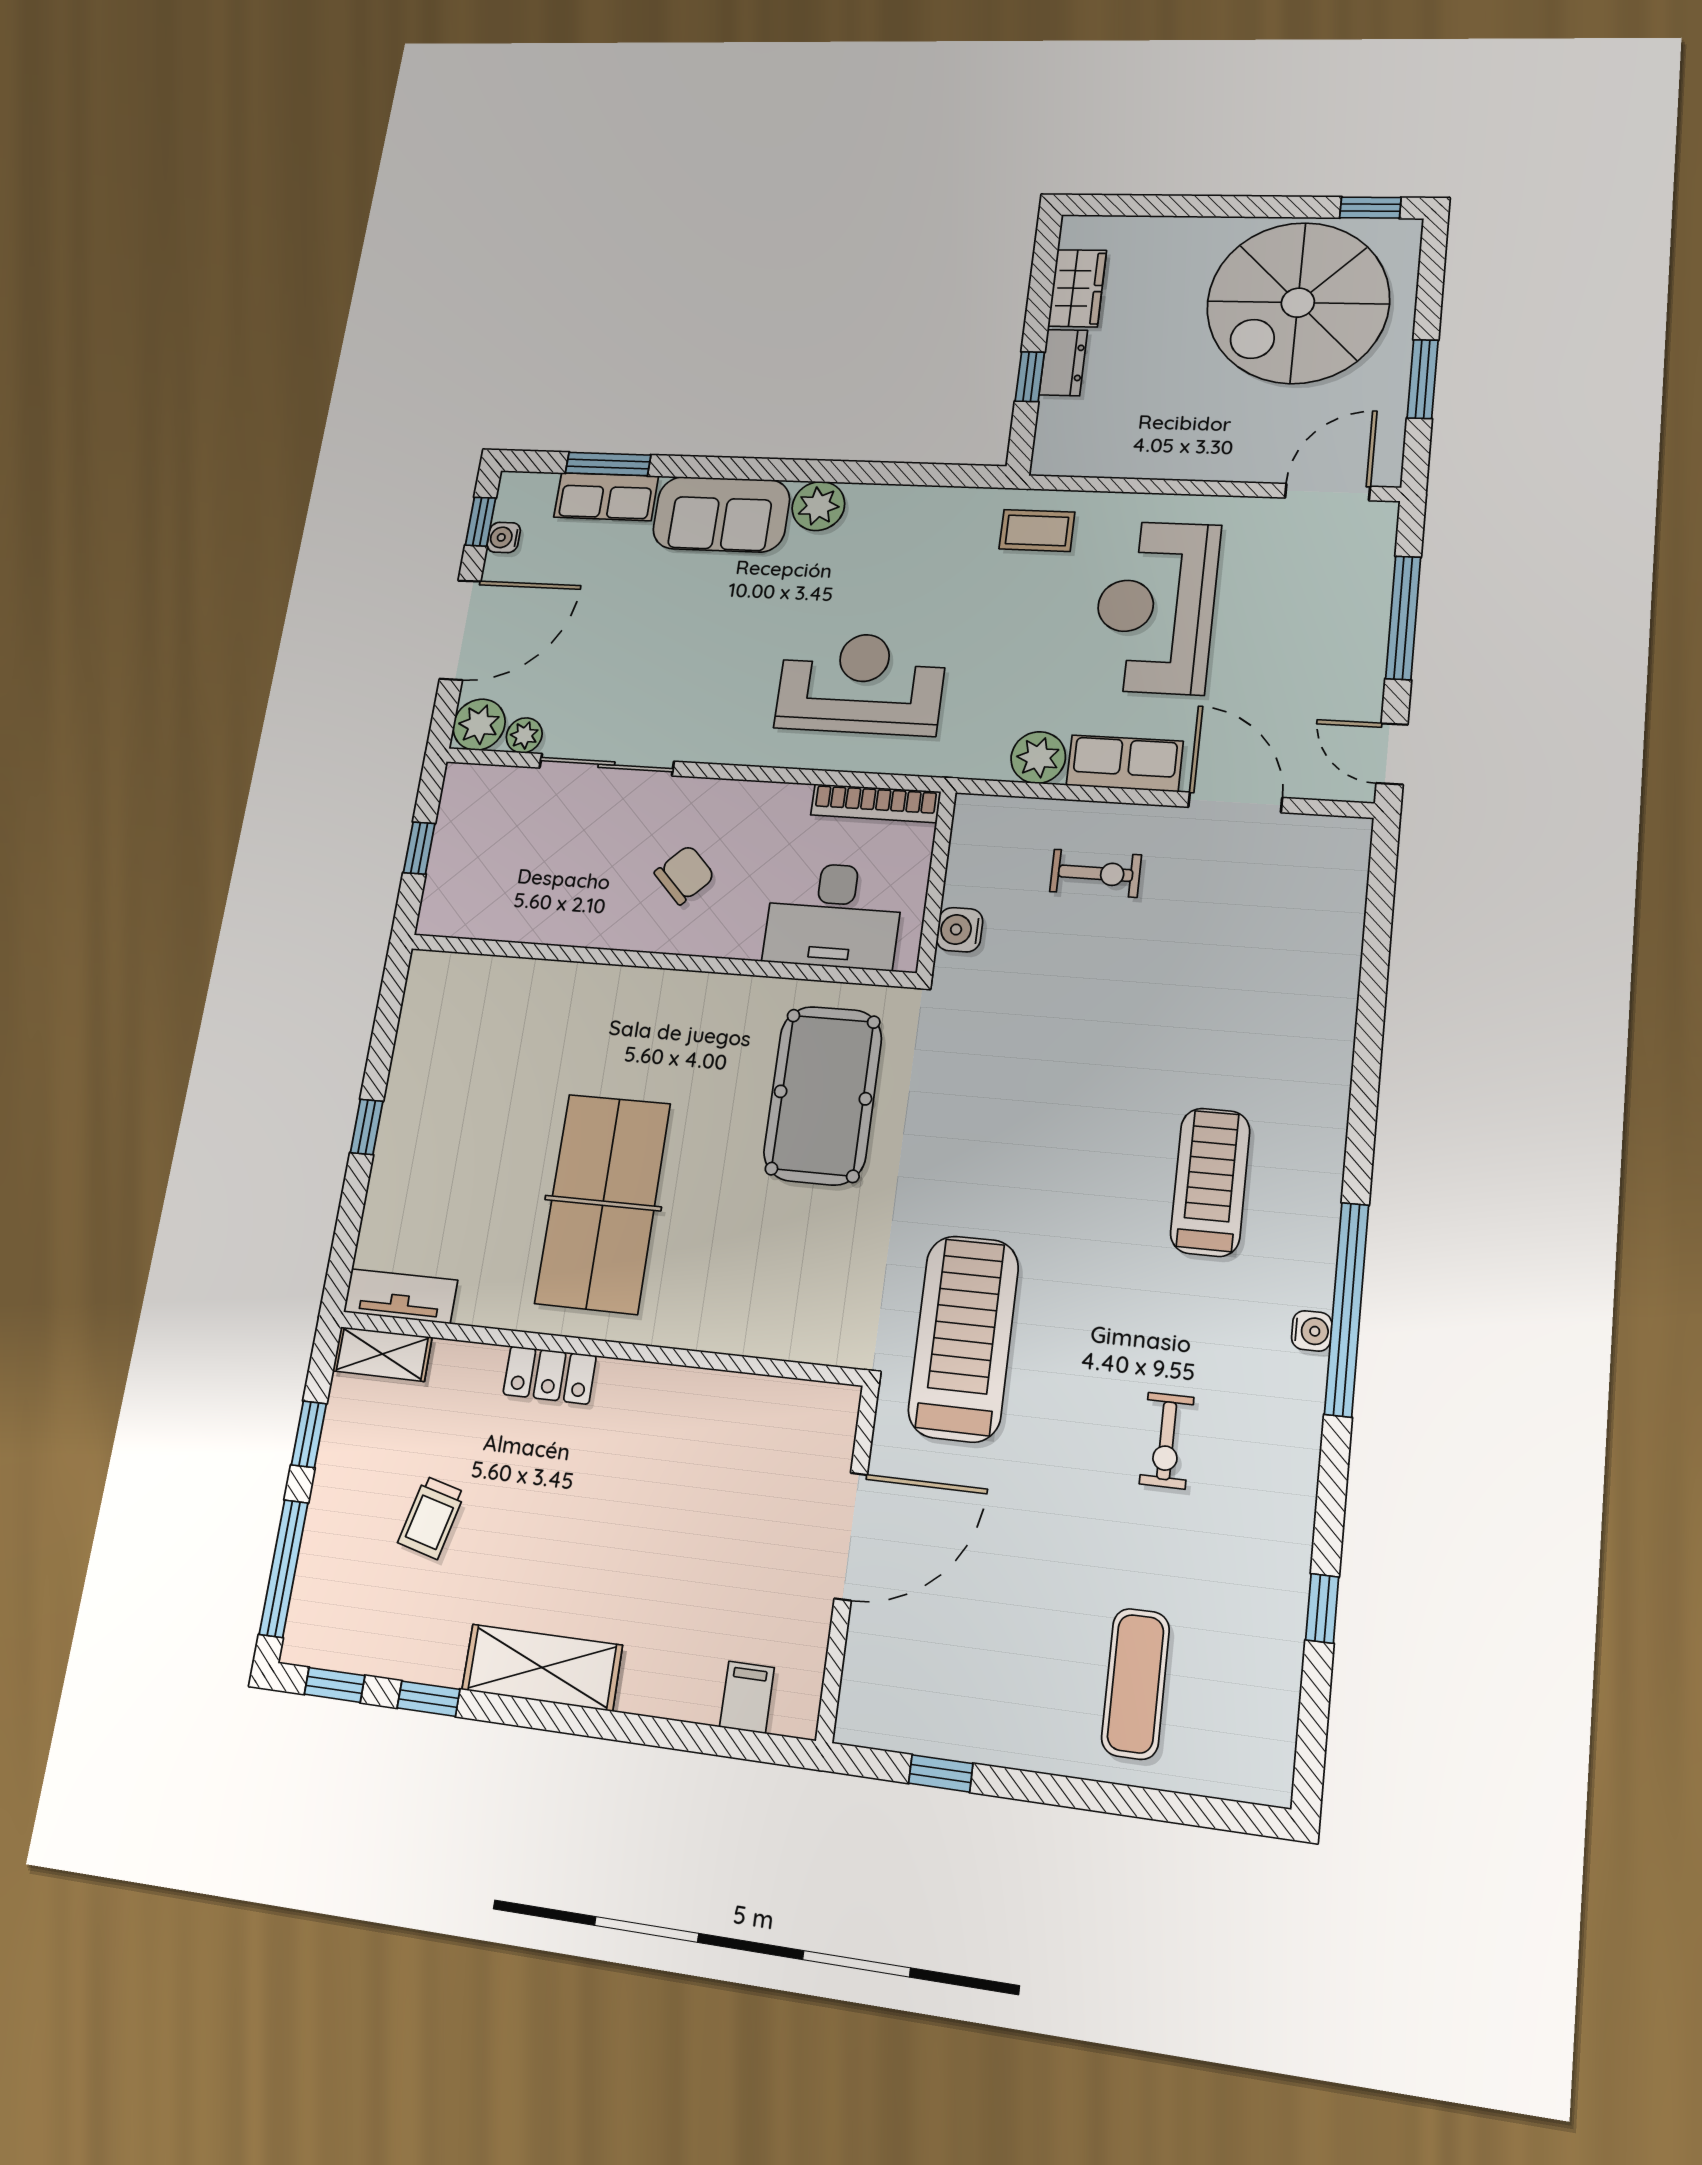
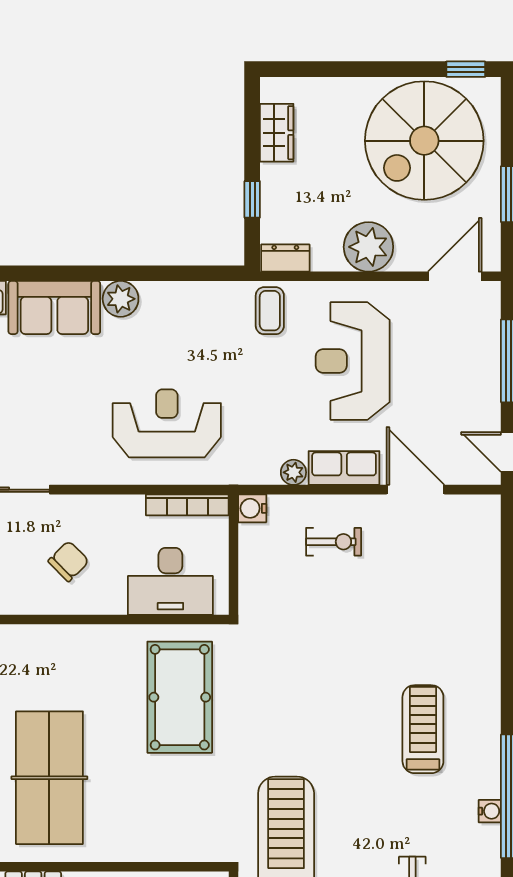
dresser: (1063, 363) -> (285, 258), moved, turned -90
plant: (1197, 447) -> (368, 247), added
coffee table: (1037, 530) -> (270, 311), turned 90
plant: (1038, 758) -> (293, 472), width x0.73, depth x0.73
water cooler: (960, 930) -> (252, 508), moved

